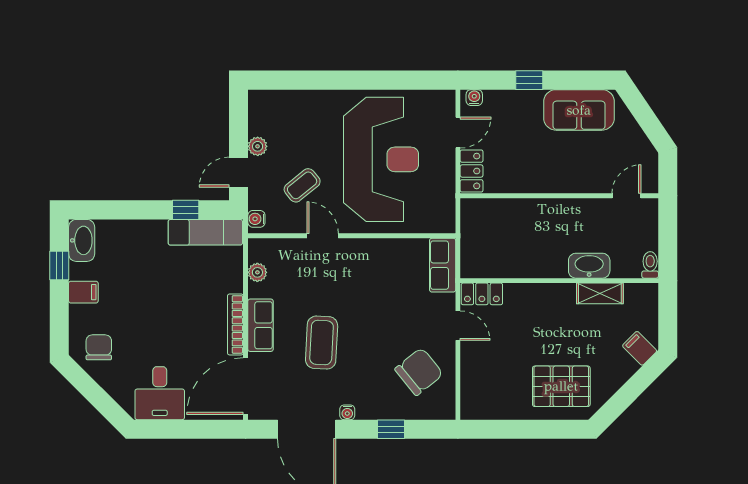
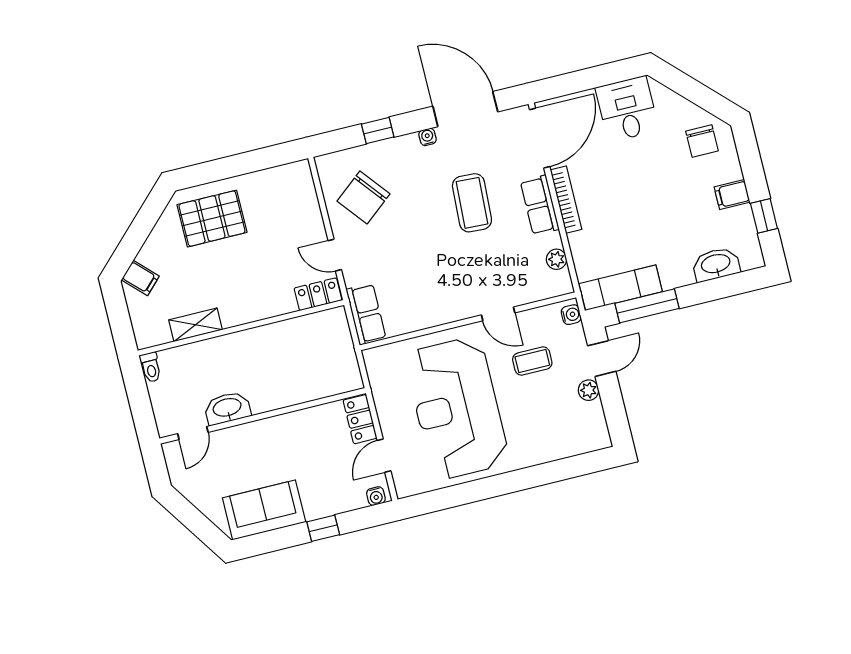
coffee table: (302, 185) -> (532, 361), turned 39
window: (186, 210) -> (647, 306), width x2.17
washbasin: (82, 240) -> (716, 264), moved, turned 90
washbasin: (589, 266) -> (227, 408), moved, turned 180

